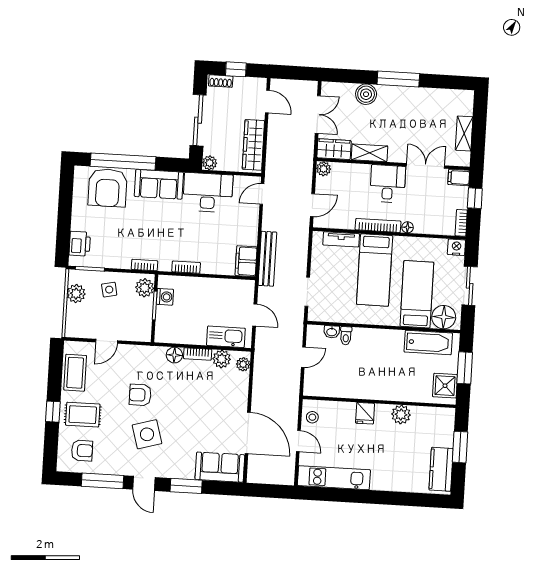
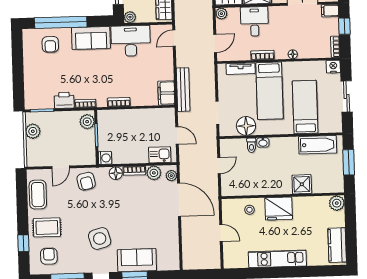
desk: (388, 184) -> (255, 21), moved
armchair: (108, 188) -> (50, 44), width x0.53, depth x0.53
bookcase: (378, 225) -> (263, 55), width x0.64
printer: (80, 244) -> (64, 100), moved, turned -90
side table: (109, 290) -> (59, 126), removed
washing machine: (165, 297) -> (105, 158), moved
floor lamp: (444, 317) -> (246, 126), moved
washbasin: (332, 332) -> (263, 142), moved
kitchen sink: (226, 337) -> (160, 155), width x0.73
shower: (445, 386) -> (302, 184), moved
armchair: (140, 395) -> (86, 181), moved, turned -102
window: (53, 412) -> (23, 243), moved
fridge: (365, 413) -> (279, 209), width x1.88, depth x1.34
plant: (401, 415) -> (337, 203), moved
stool: (312, 417) -> (249, 210), moved
door: (248, 433) -> (179, 200), moved
window: (460, 447) -> (351, 226), removed
armchair: (82, 451) -> (49, 256), turned -90
sofa: (220, 467) -> (137, 260), moved
kitchen unit: (334, 478) -> (277, 259), moved

